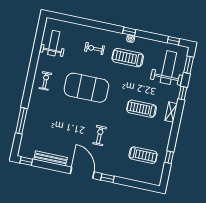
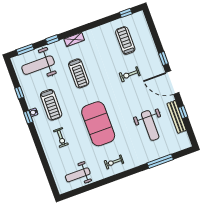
window: (173, 41) -> (19, 93), moved
treadmill: (142, 109) -> (79, 73), moved
weight bench: (57, 131) -> (150, 126), added
exercise bike: (100, 136) -> (130, 74), moved
window: (169, 157) -> (126, 13), moved
window: (26, 161) -> (183, 112), moved
door: (82, 173) -> (172, 83), hinge flipped

